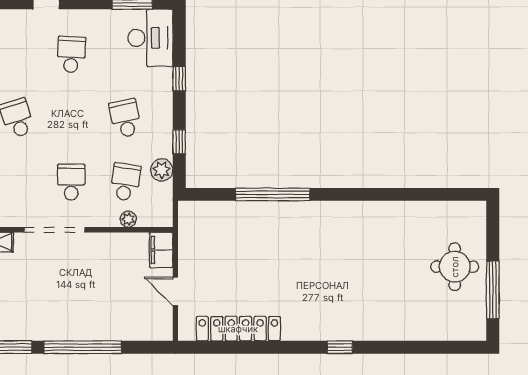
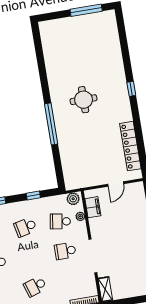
plant: (162, 170) -> (73, 199), moved
window: (273, 194) -> (51, 124), moved
filing cabinet: (161, 250) -> (93, 207), moved, turned -90
round table: (455, 267) -> (84, 100), moved

